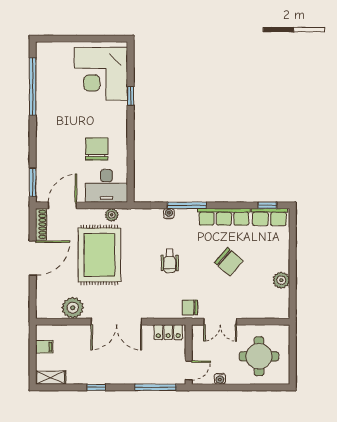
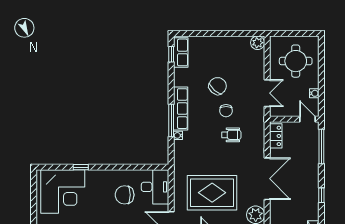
plant: (112, 215) -> (179, 183), removed
row of seats: (224, 217) -> (181, 109), moved
wheelchair: (170, 261) -> (231, 135), moved
plant: (281, 280) -> (258, 43), moved
chair: (190, 307) -> (226, 111), moved

